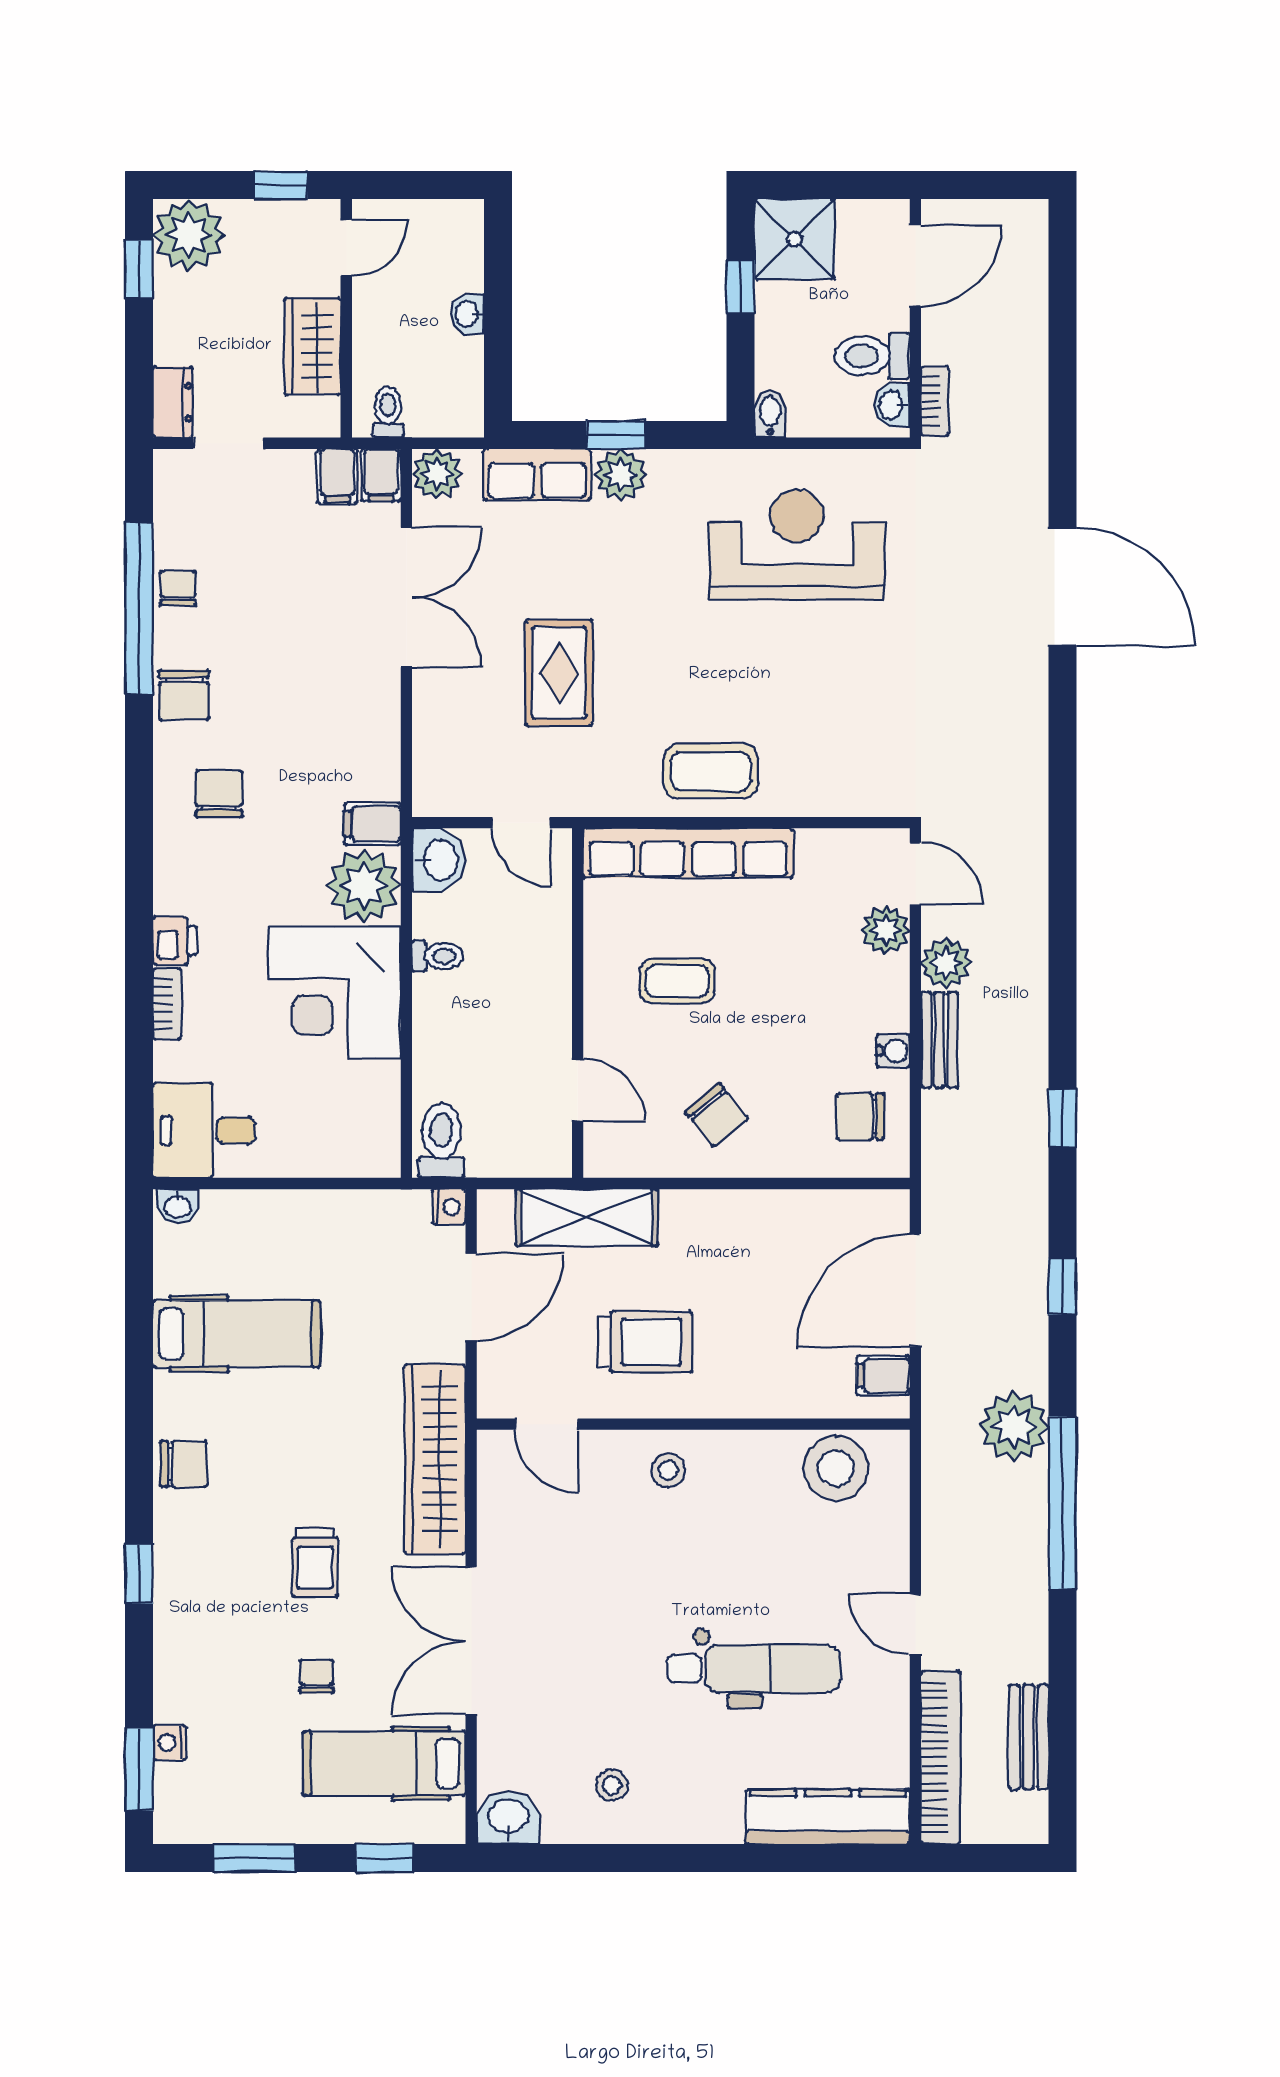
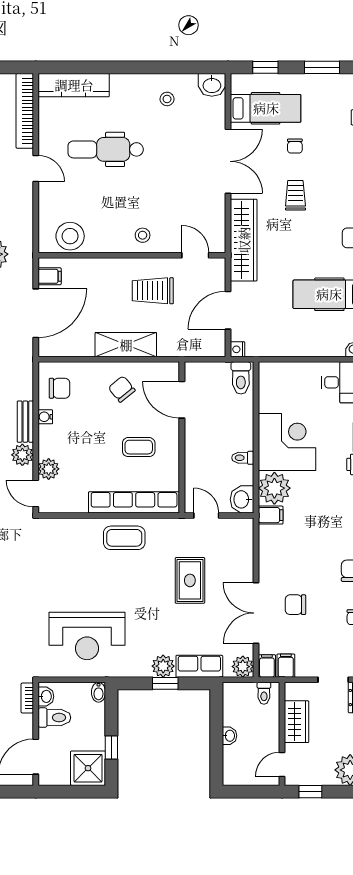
chair: (219, 794) -> (295, 605), moved, turned 90
door: (578, 1090) -> (182, 400), width x1.38
shelving: (586, 1217) -> (126, 345), moved

